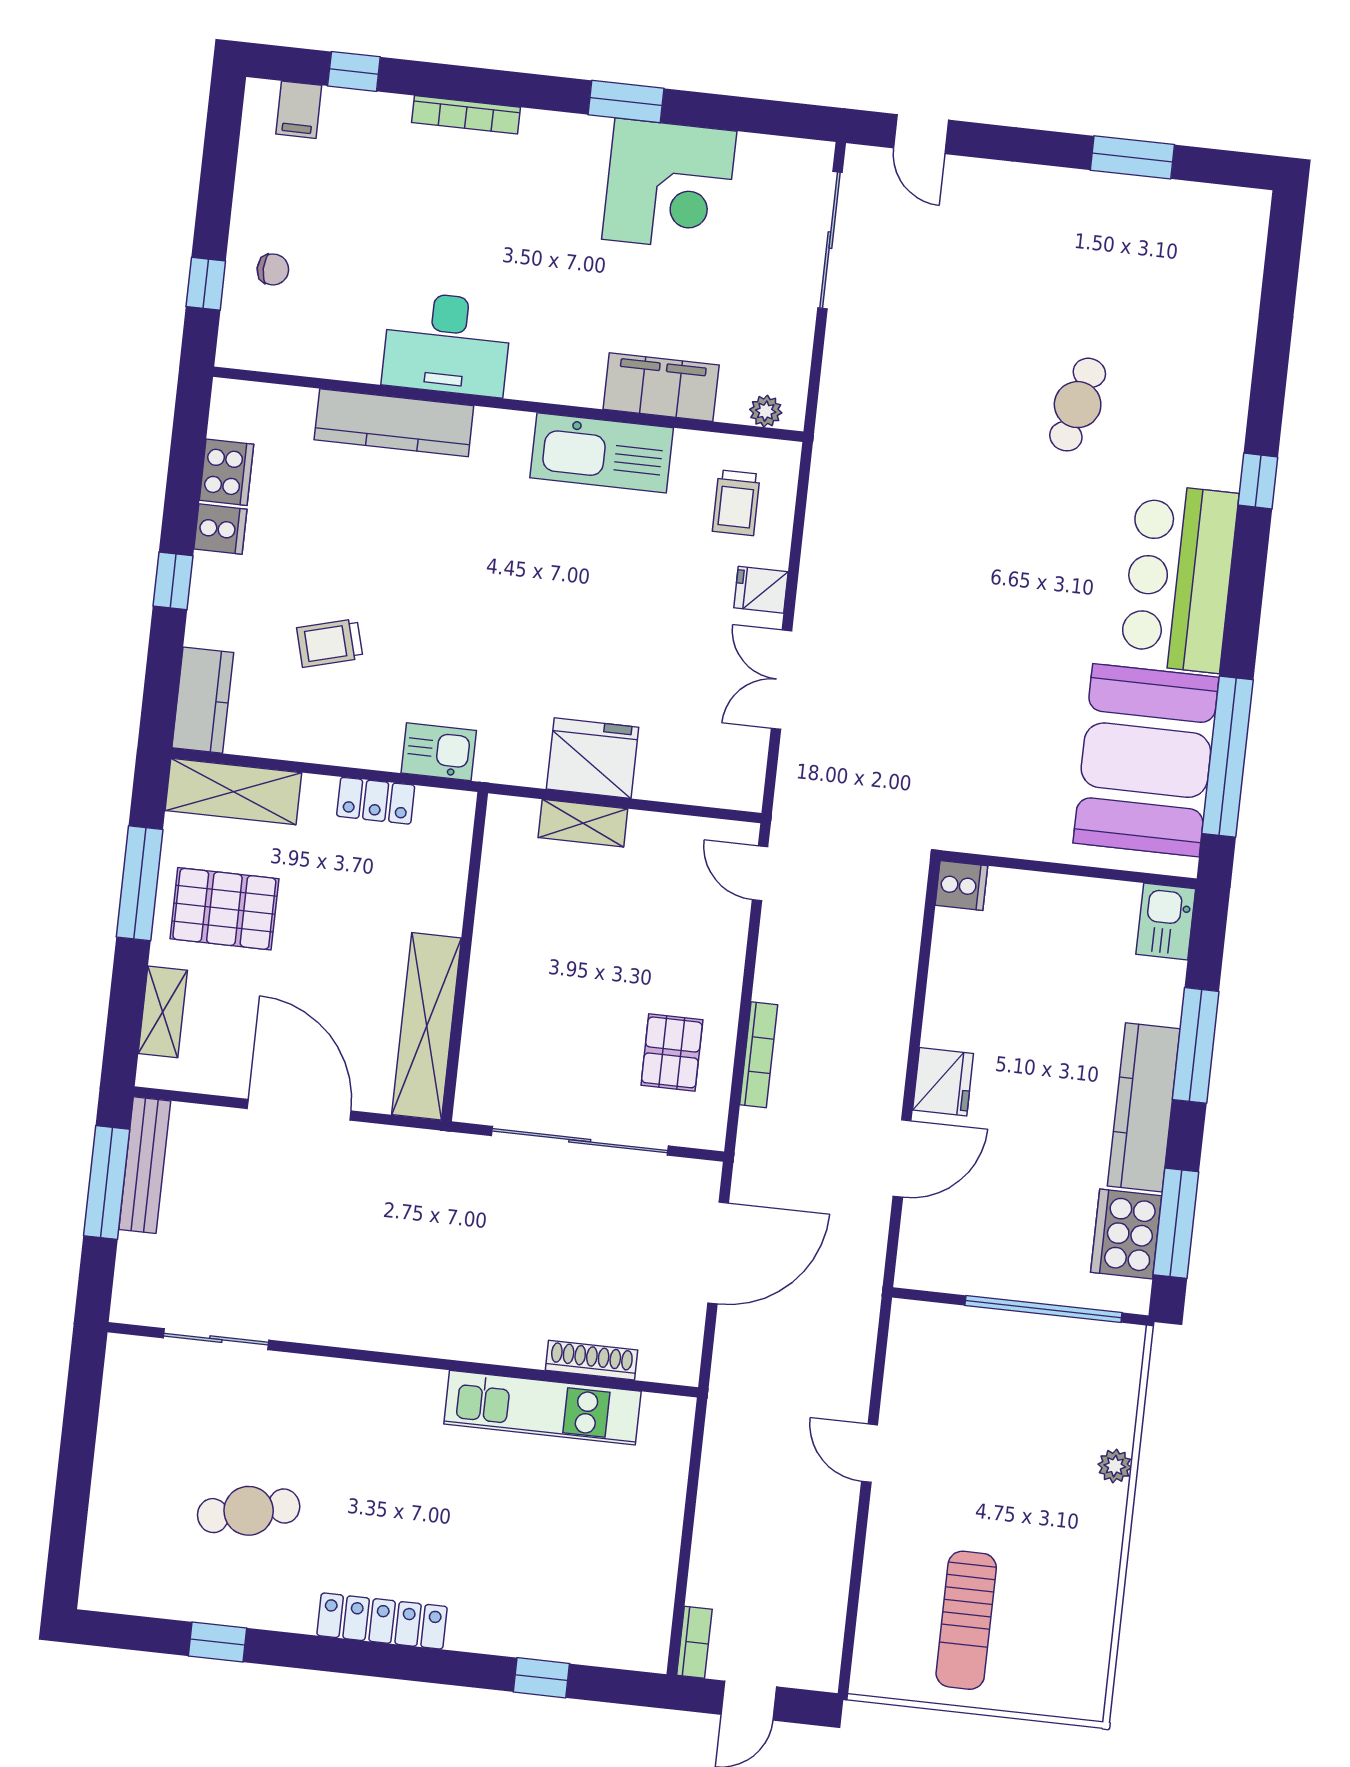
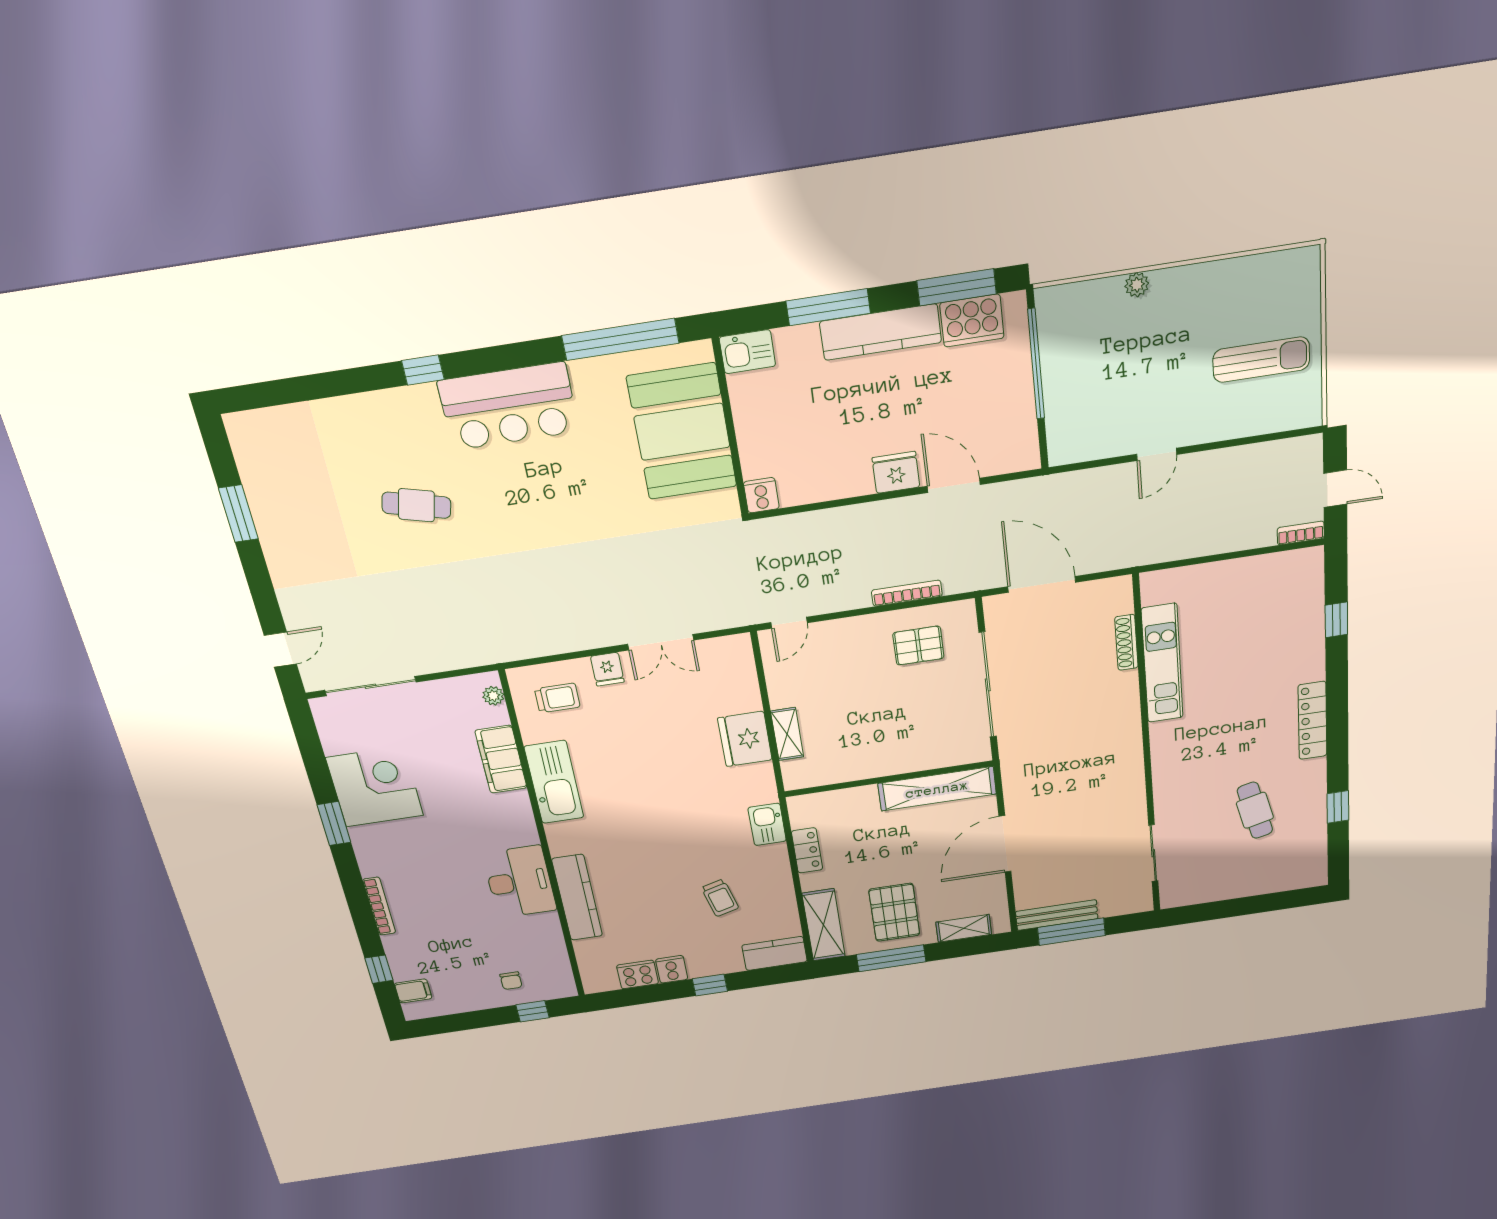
chair: (273, 269) -> (511, 981), turned 180
booth: (1146, 760) -> (682, 432), moved, turned 90

